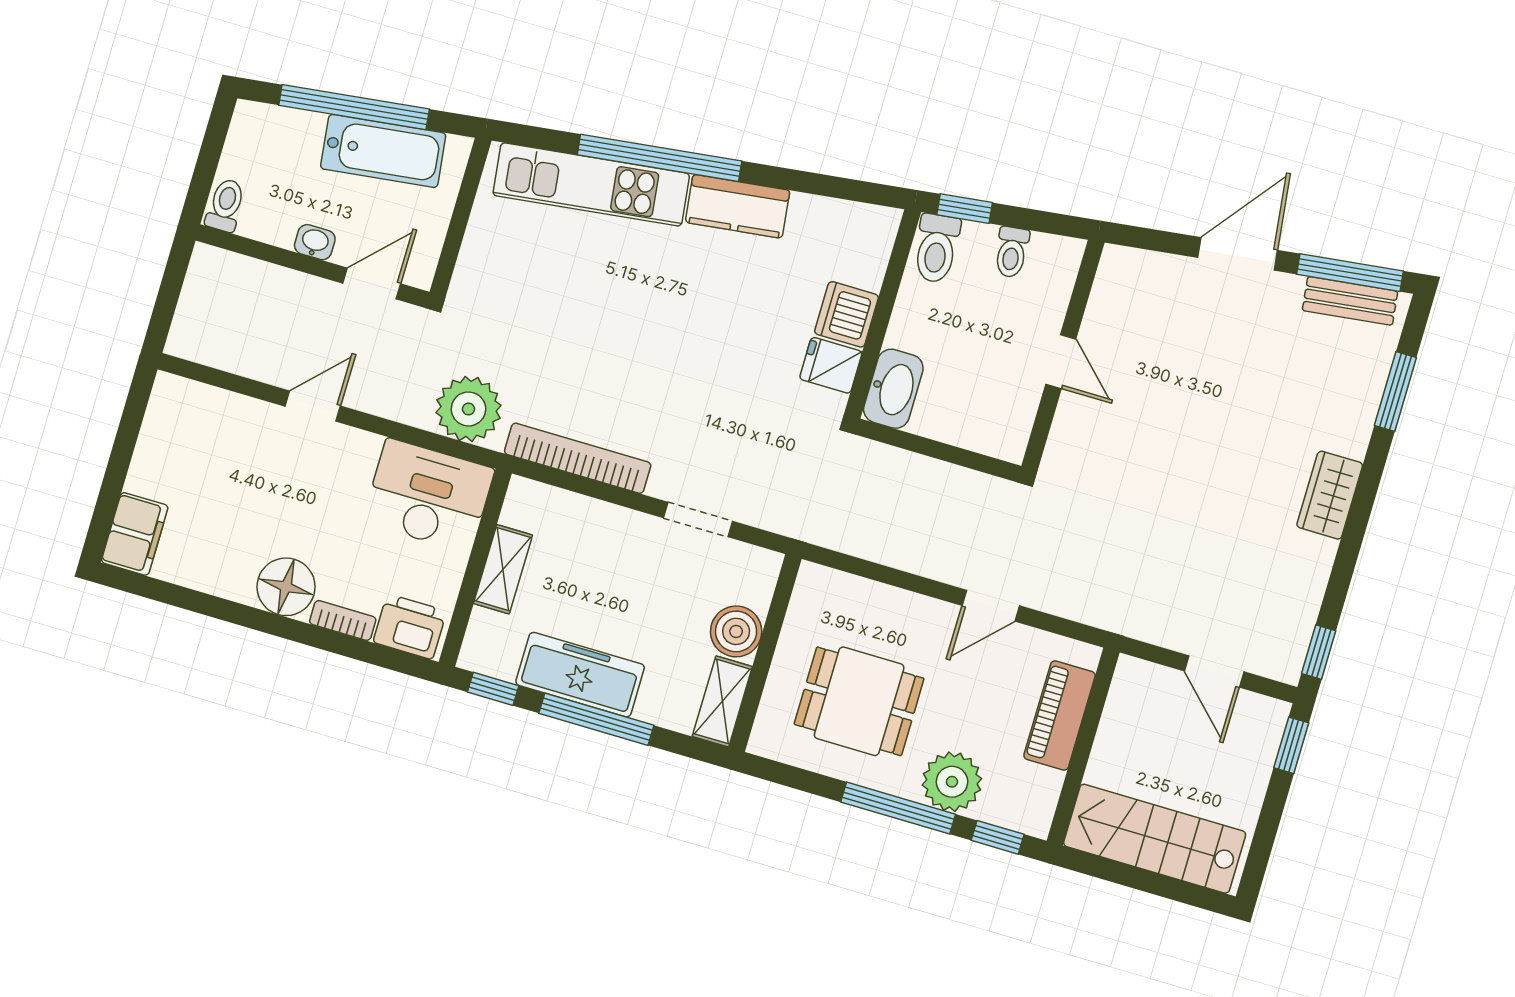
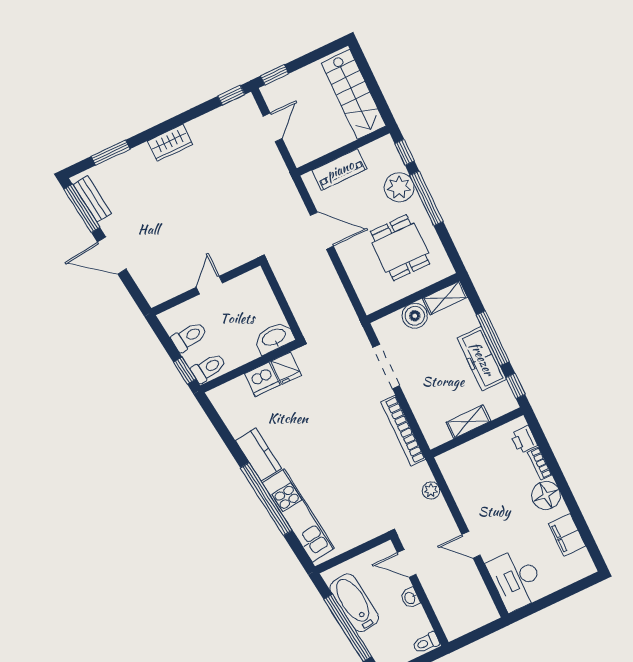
toilet: (1012, 252) -> (189, 337), width x1.37, depth x1.39
plant: (469, 409) -> (431, 490), width x0.53, depth x0.53
desk: (429, 496) -> (516, 579), moved
doorway: (698, 519) -> (386, 366), width x1.38
filing cabinet: (135, 534) -> (567, 535), moved, turned -90
door: (991, 606) -> (322, 231), width x1.38
printer: (410, 627) -> (524, 440), width x0.73, depth x0.81

